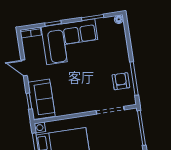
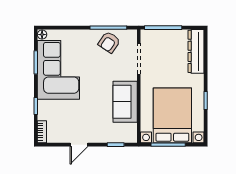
corner sofa: (71, 42) -> (58, 70), moved
armchair: (121, 81) -> (109, 42), turned -56
sofa: (41, 99) -> (125, 102), moved, turned -90

